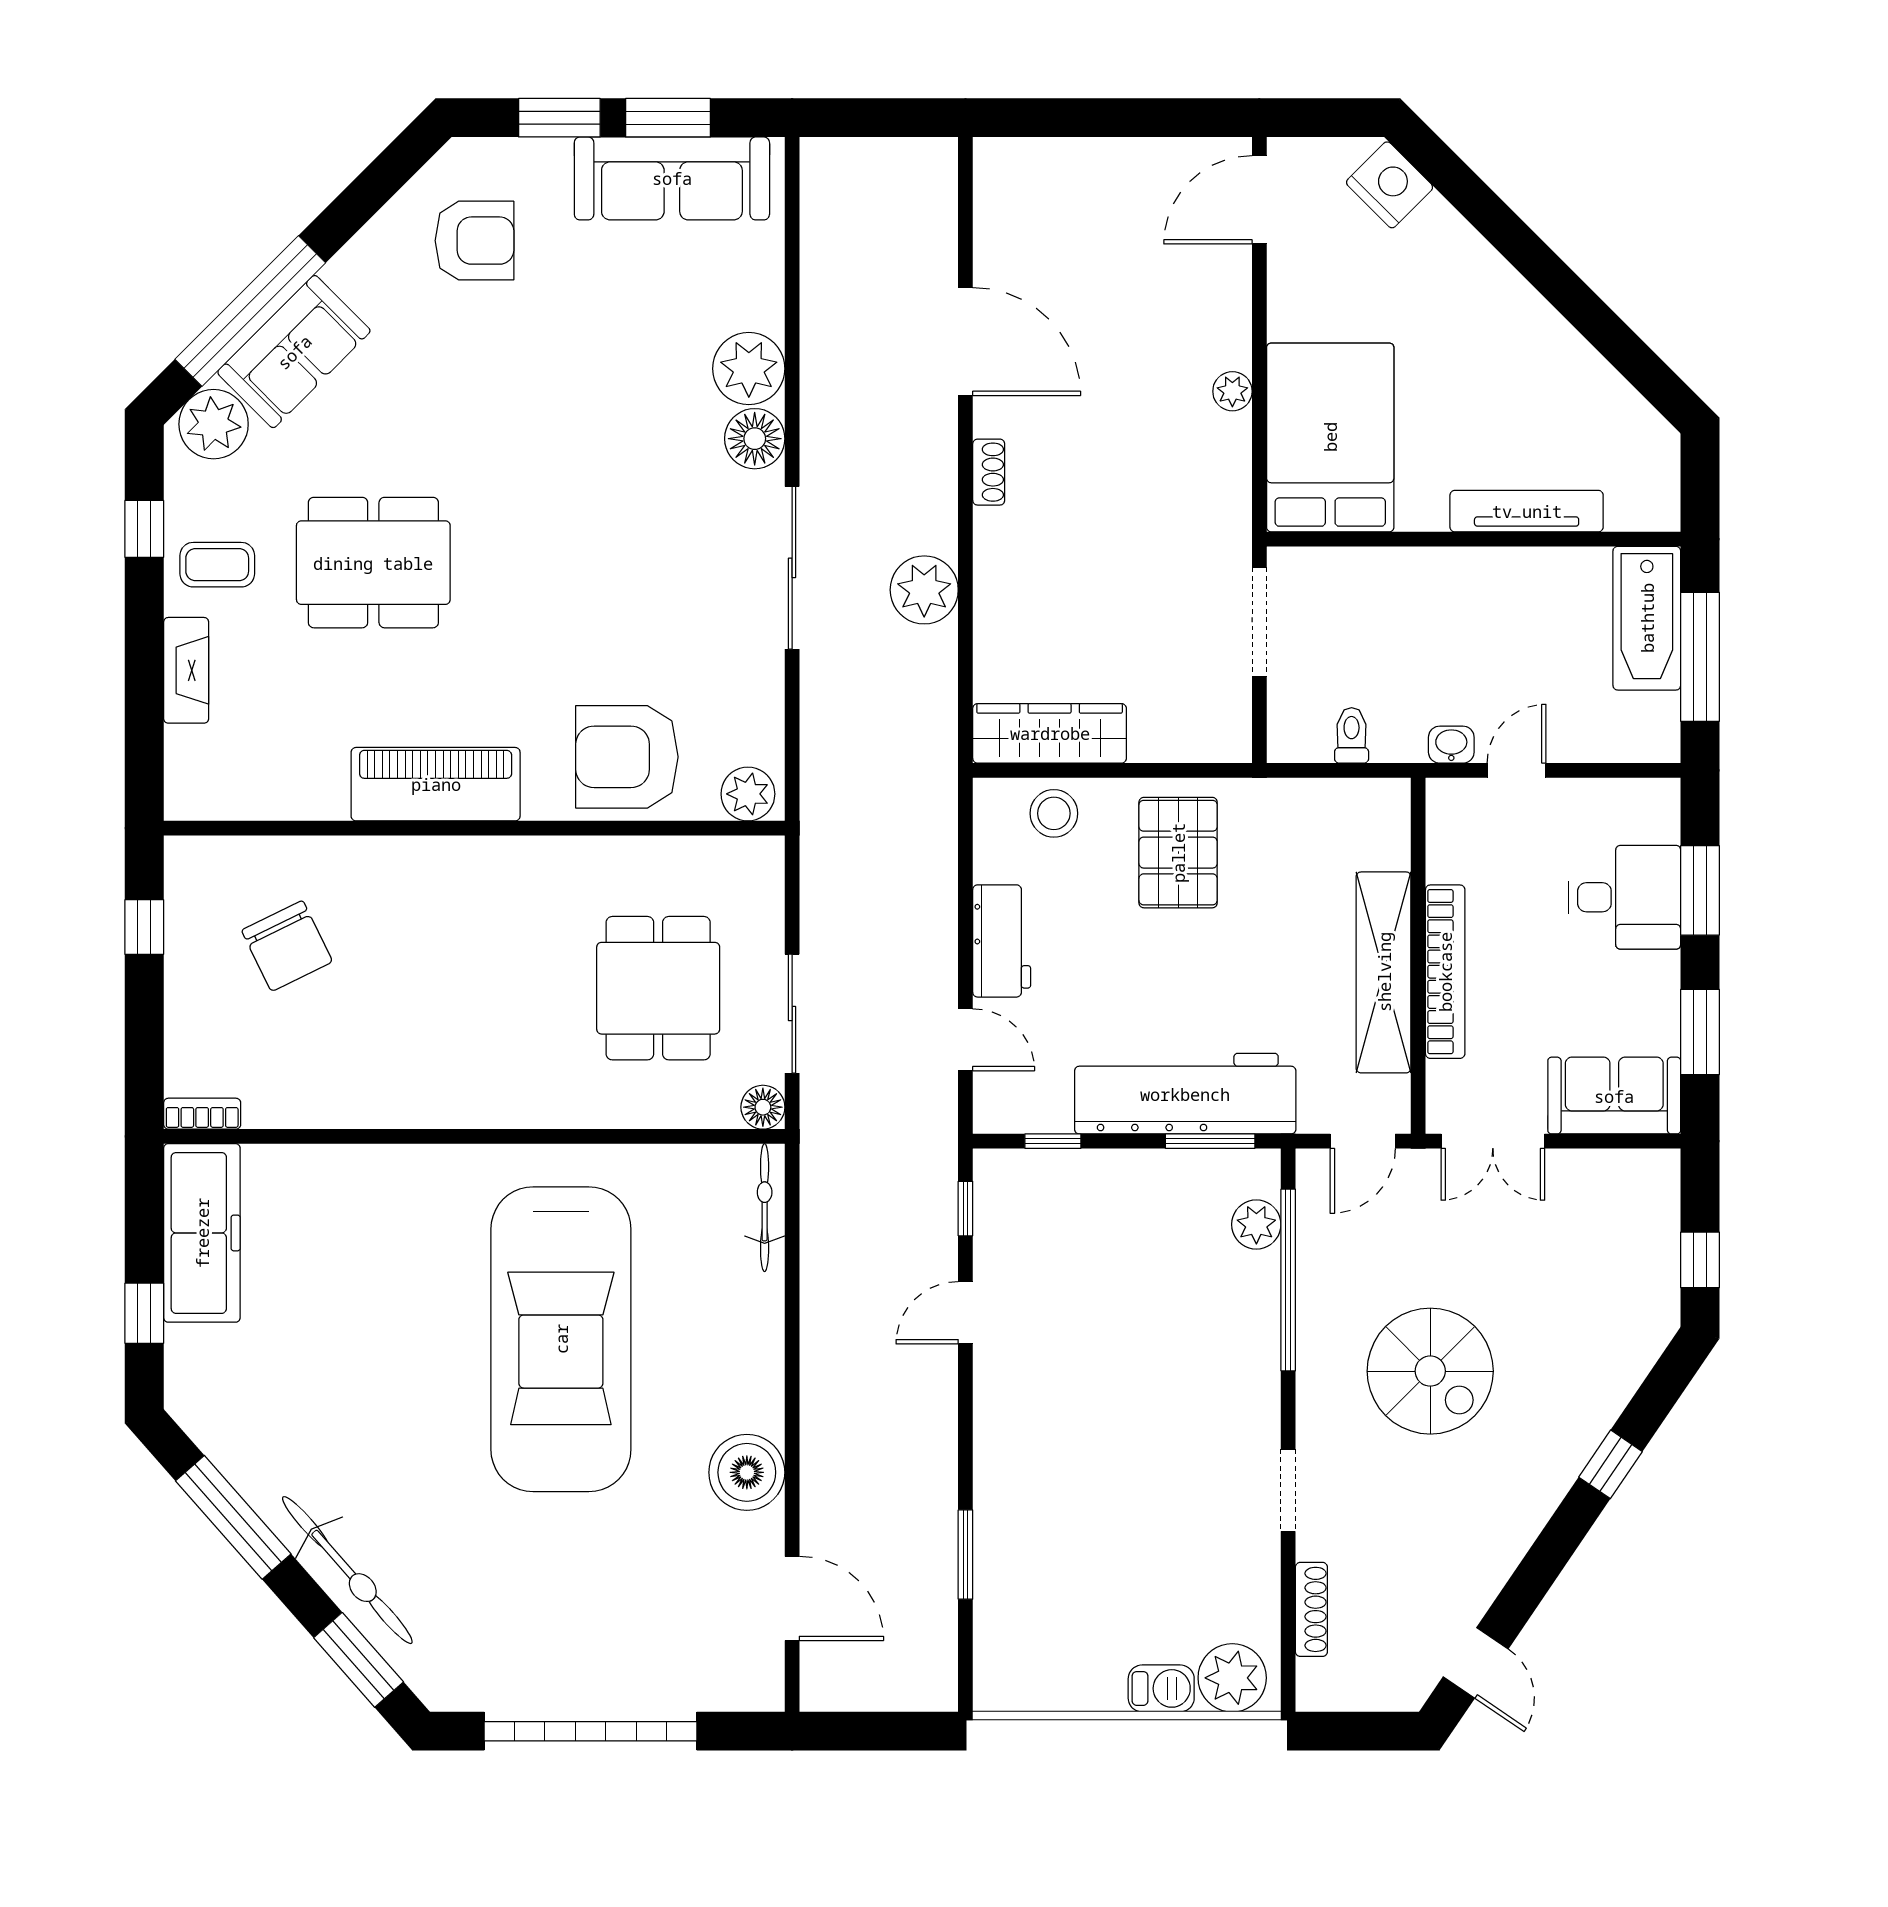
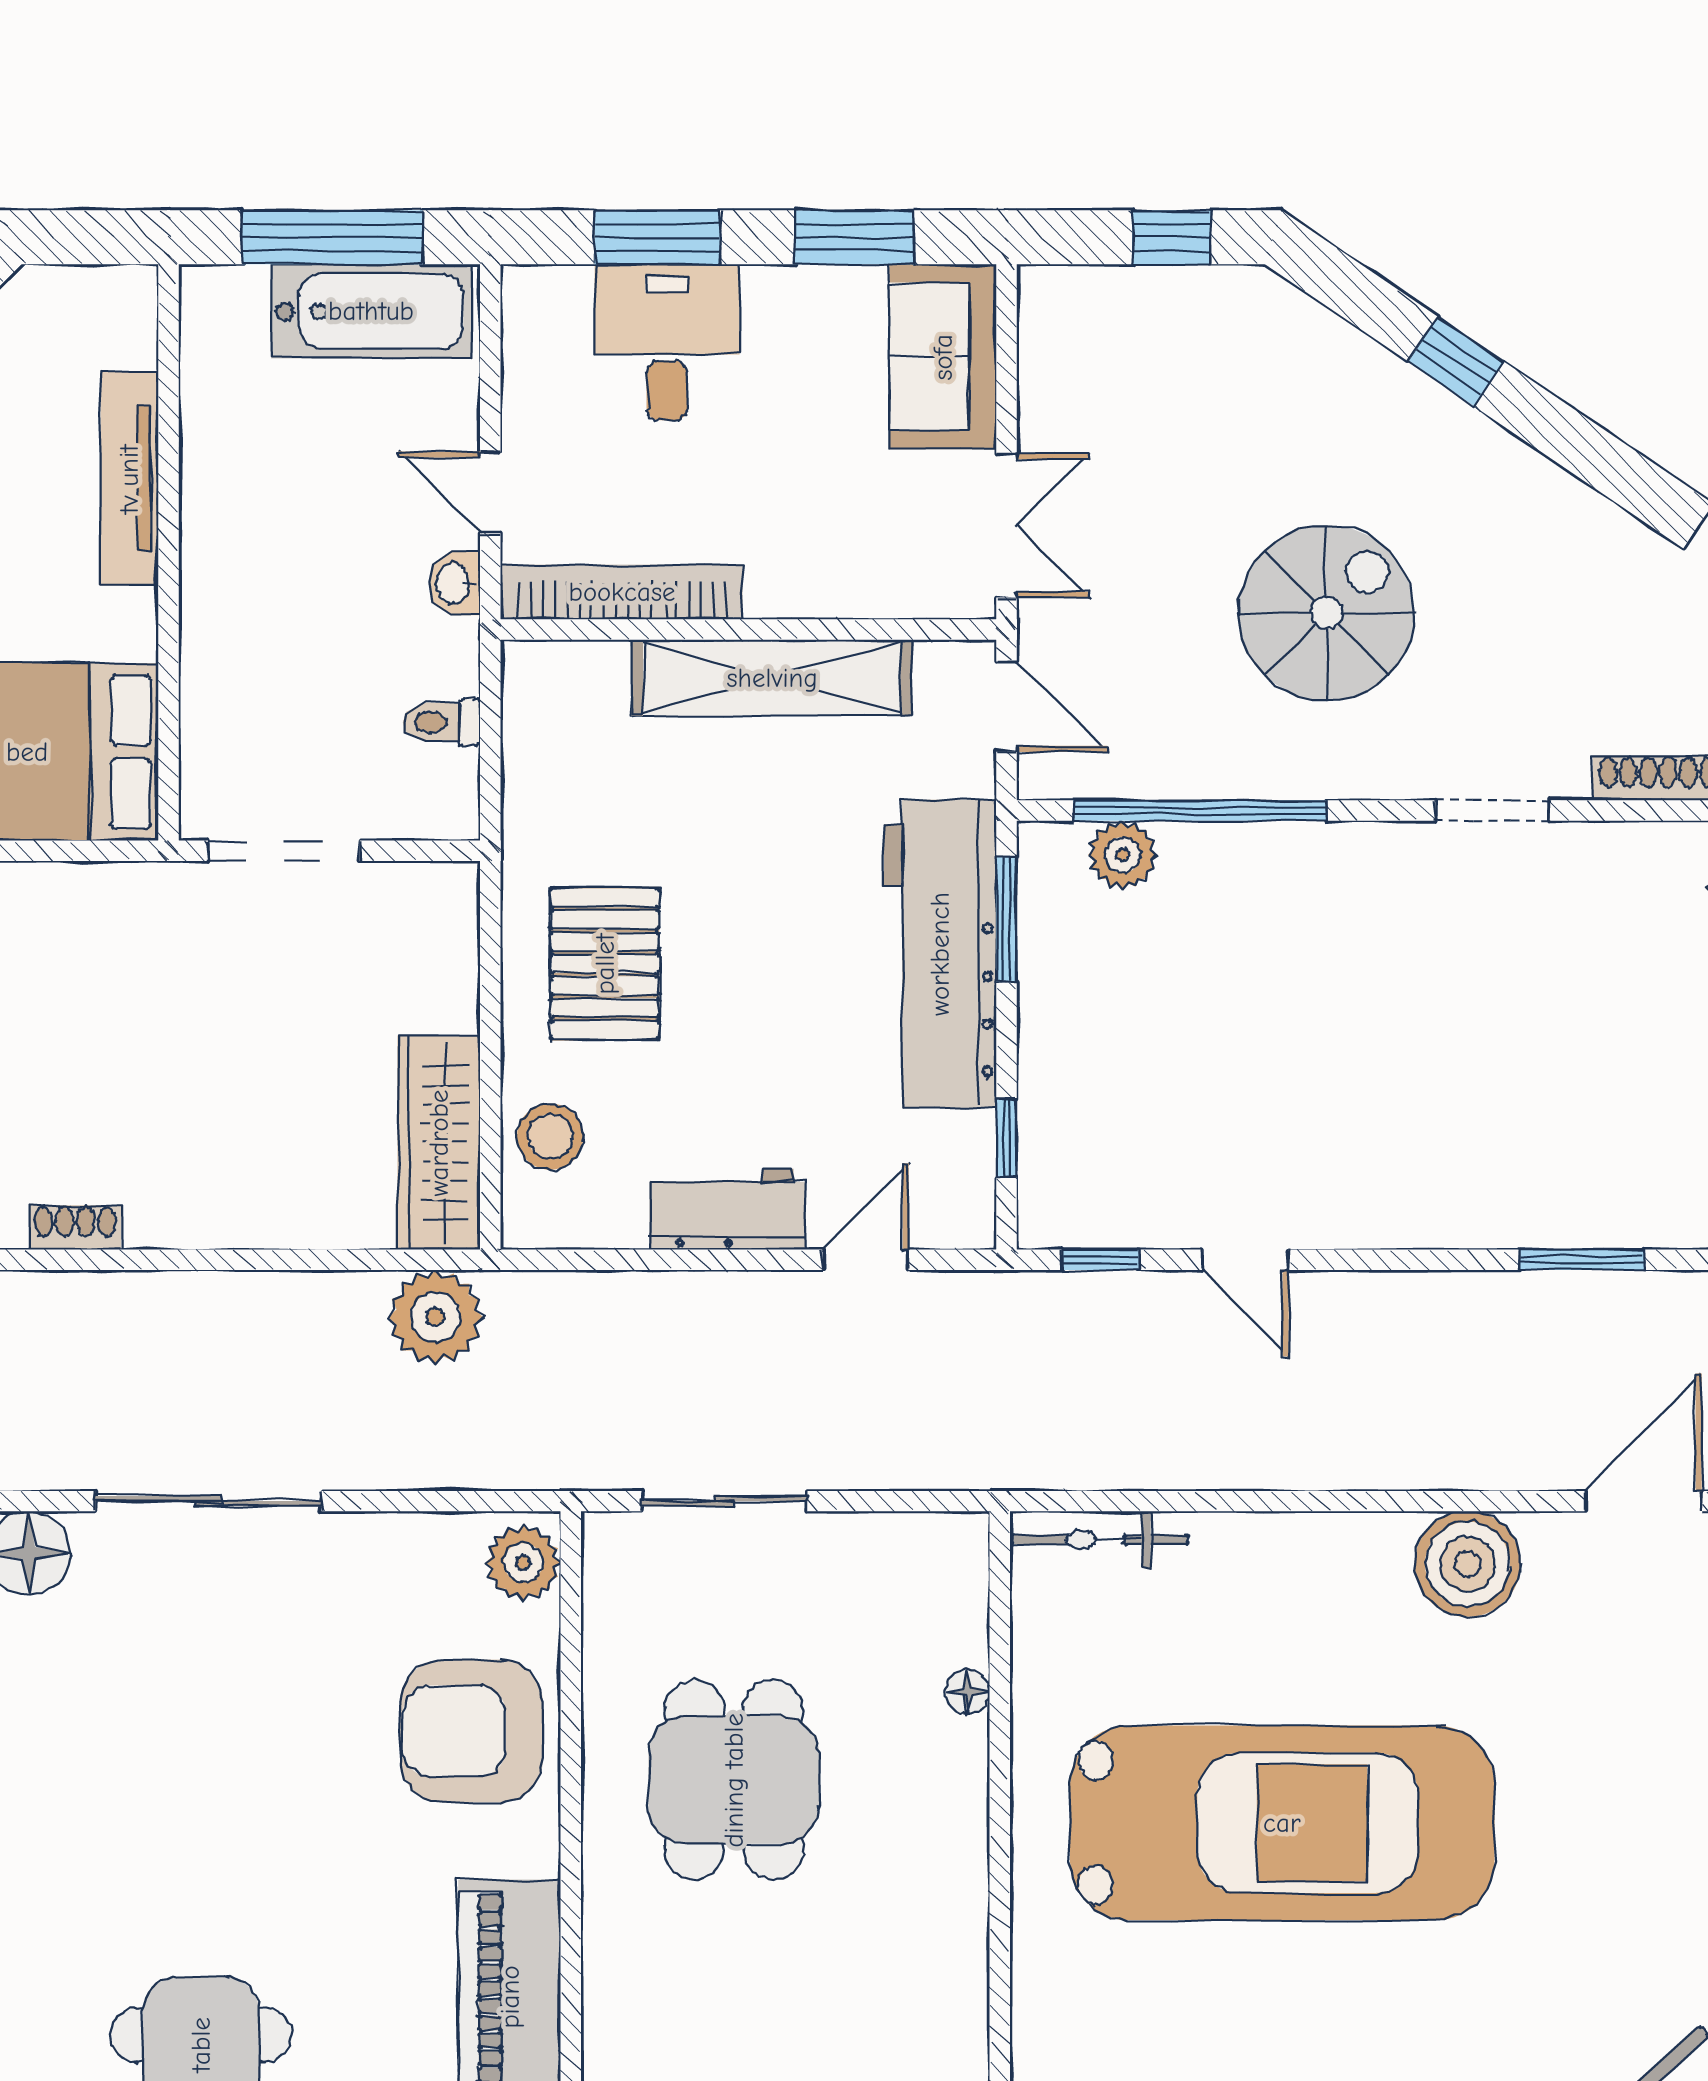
plant: (924, 590) -> (436, 1317), moved
bathtub: (1647, 618) -> (371, 311), moved
armchair: (627, 757) -> (471, 1731), turned 90
pallet: (1178, 853) -> (605, 964), turned 90
bookcase: (1445, 972) -> (622, 592), moved
dining table: (658, 988) -> (734, 1780), moved, turned 90
sliding door: (792, 1014) -> (724, 1501), moved
floor lamp: (763, 1107) -> (967, 1692), moved, width x0.73, depth x0.73

